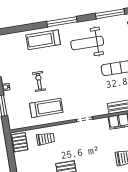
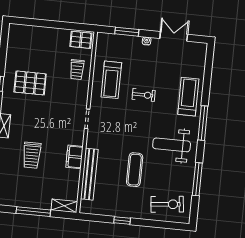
weight bench: (87, 43) -> (172, 145), turned -90
exercise bike: (39, 81) -> (144, 95), moved

